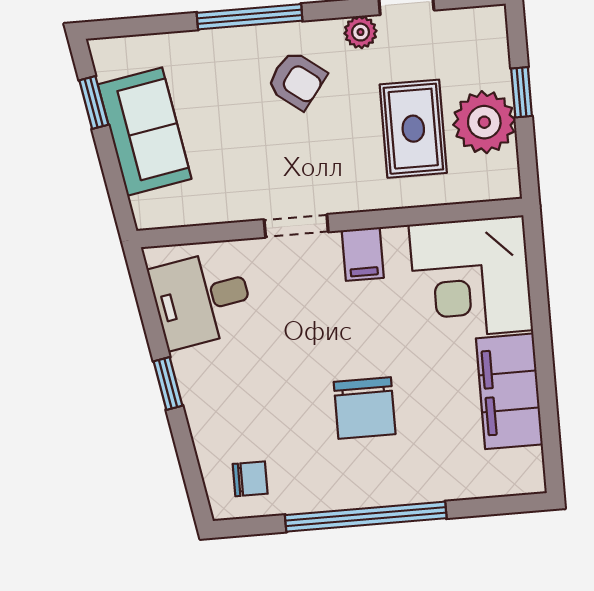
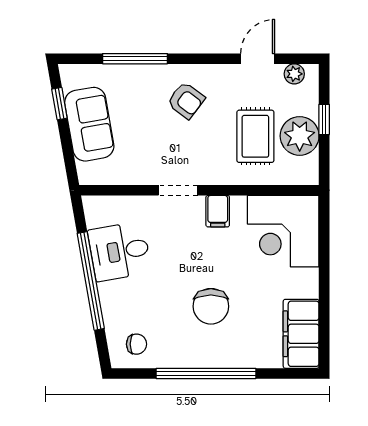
window: (250, 17) -> (135, 59), moved
plant: (361, 32) -> (294, 74), moved
desk: (202, 299) -> (120, 251), moved
window: (168, 383) -> (91, 281), width x3.17
filing cabinet: (509, 391) -> (301, 334), moved

